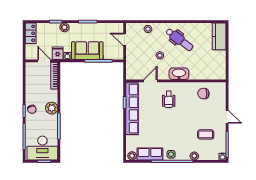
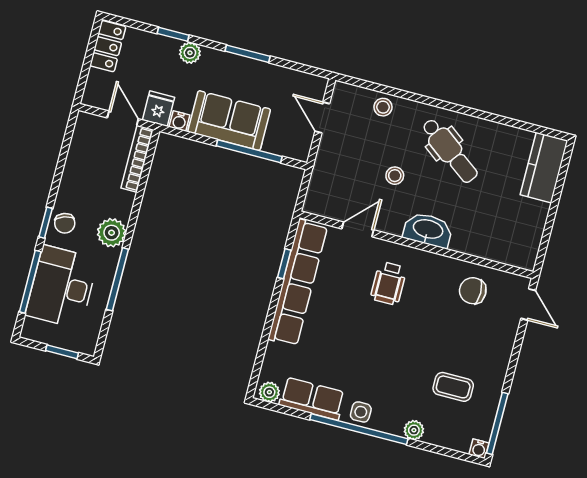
door: (227, 117) -> (528, 304), moved
desk: (42, 148) -> (62, 287), moved, turned 90

